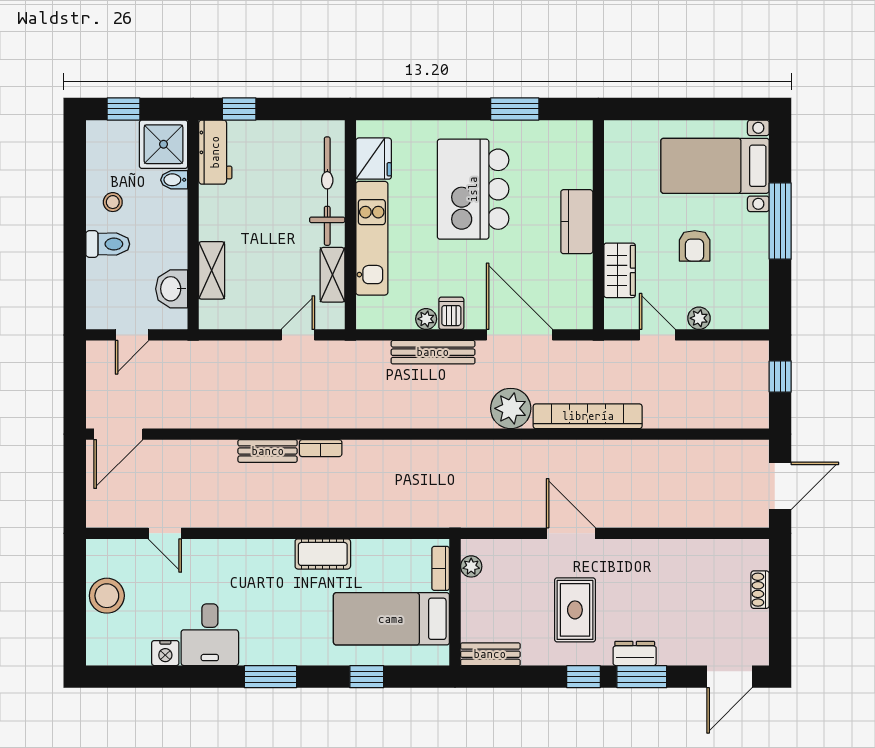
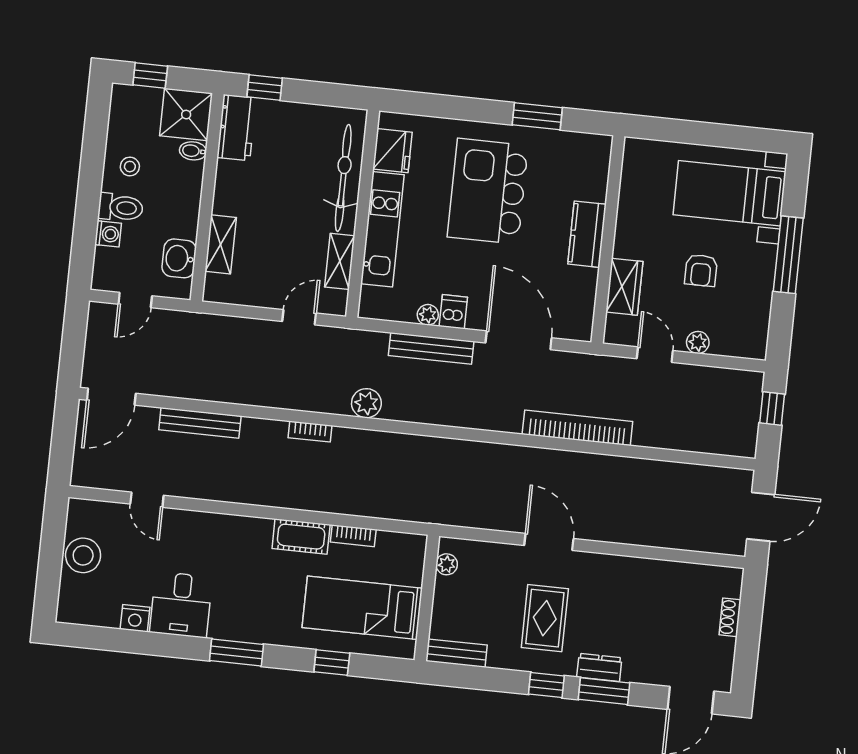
washing machine: (98, 272) -> (108, 234), added
plant: (511, 408) -> (366, 403), moved, width x0.73, depth x0.73
bench: (268, 451) -> (200, 423), moved, width x1.36
bookcase: (441, 568) -> (353, 536), moved, turned -90

